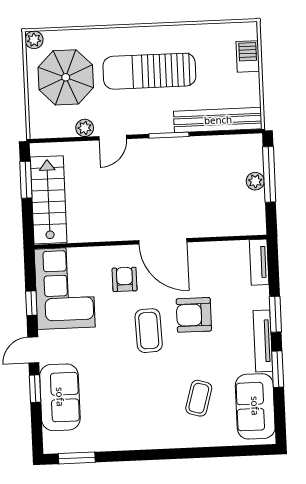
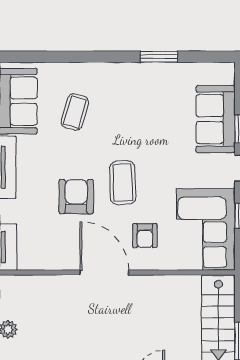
armchair: (194, 315) -> (76, 197), turned -90
window: (77, 458) -> (159, 57), moved

